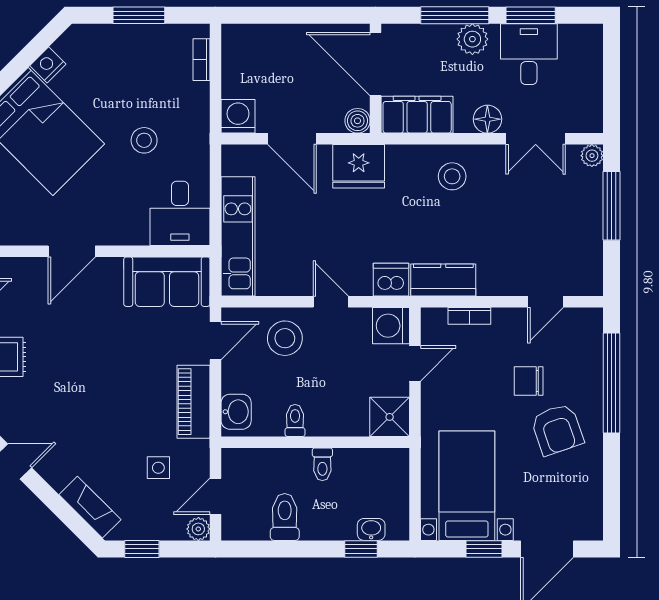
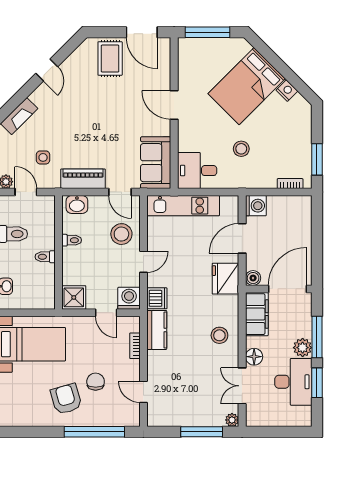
window: (139, 15) -> (317, 159), moved
desk: (529, 54) -> (293, 382), width x1.37
armchair: (557, 429) -> (66, 399), turned 93

